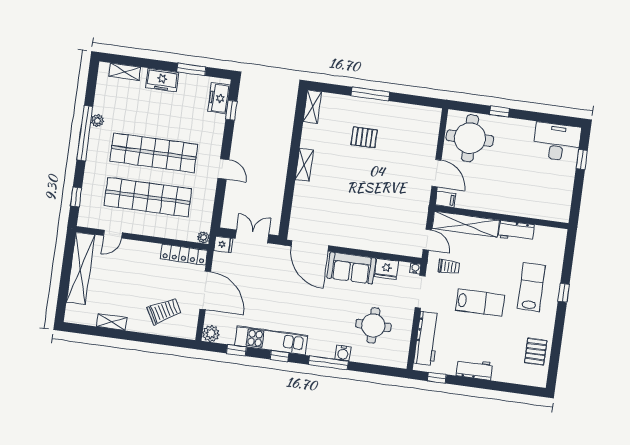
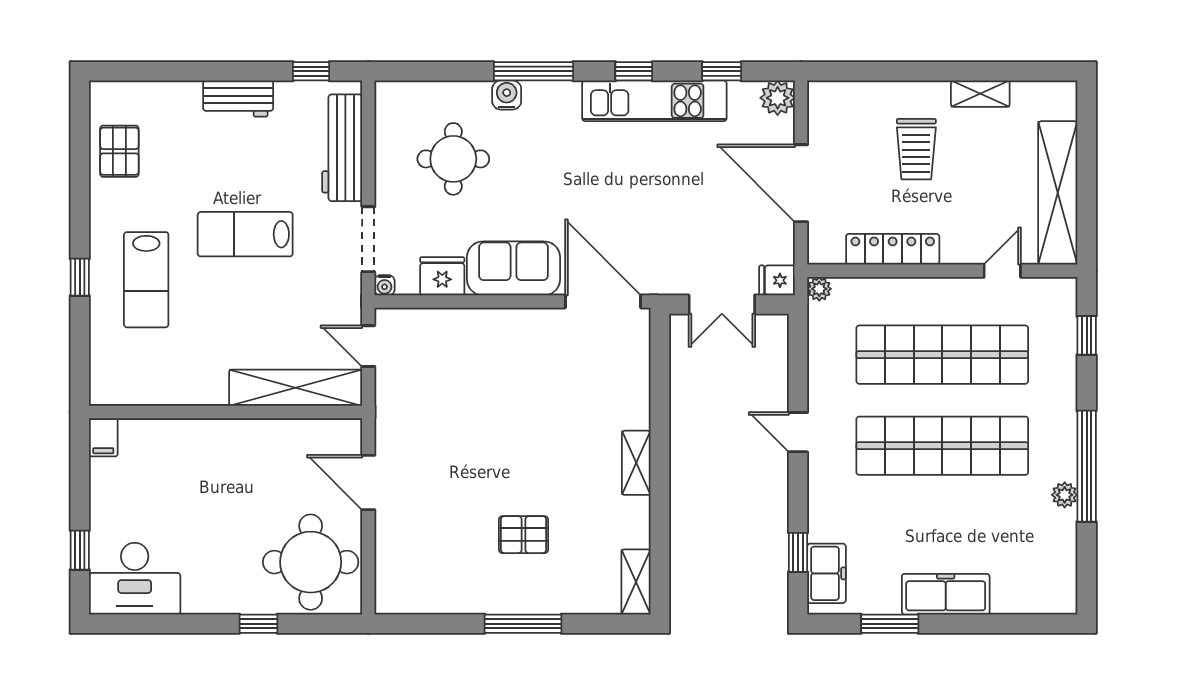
shelving: (125, 72) -> (1023, 601), removed
freezer: (162, 80) -> (946, 594), width x1.40
filing cabinet: (445, 199) -> (103, 437), moved, turned -90
workbench: (516, 231) -> (192, 388), removed
locker: (184, 255) -> (893, 249), moved
trolley: (449, 267) -> (317, 298), removed
trolley: (164, 311) -> (916, 149), moved, turned -61

